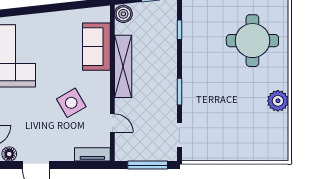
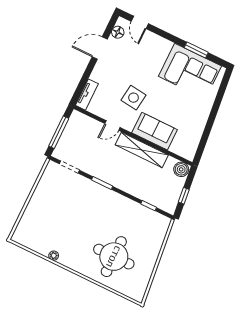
sofa: (96, 47) -> (155, 131), moved
plant: (278, 101) -> (54, 256), width x0.53, depth x0.53
side table: (71, 103) -> (133, 98), turned 37
door: (112, 123) -> (112, 126), moved

